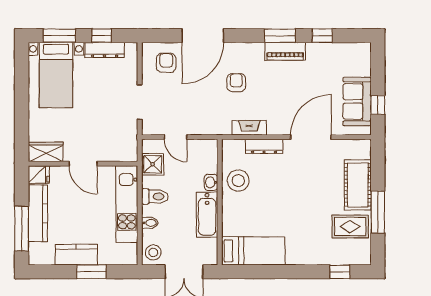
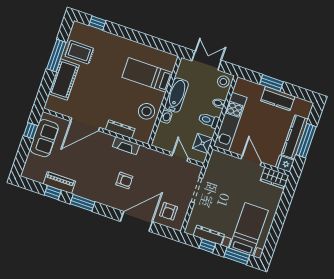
piano: (285, 51) -> (59, 183), moved
armchair: (236, 83) -> (124, 180), turned -90
window: (22, 229) -> (306, 141), moved
bed: (253, 251) -> (147, 75), moved

